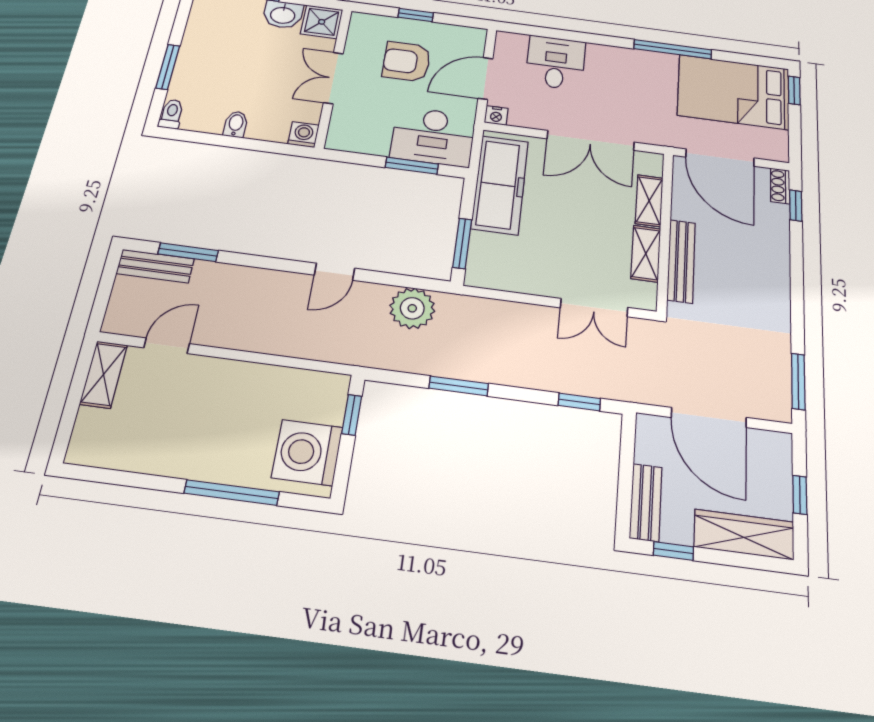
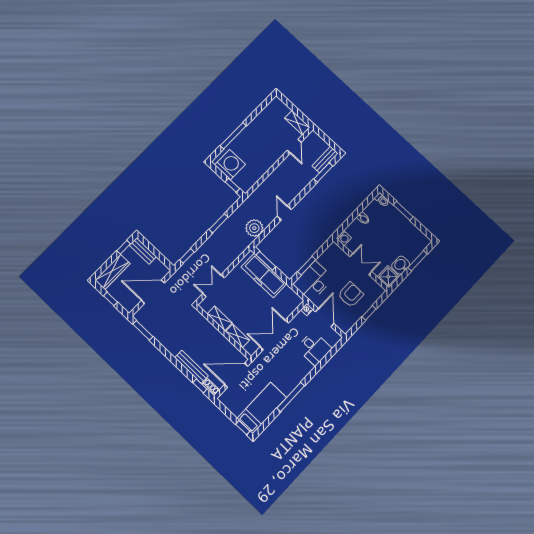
bed: (734, 92) -> (262, 408), width x0.67
freezer: (500, 185) -> (264, 275), moved
bench: (681, 261) -> (192, 367), moved

